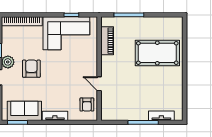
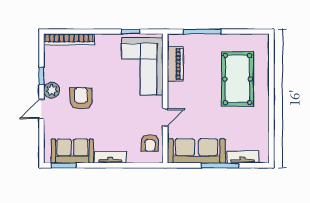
corner sofa: (66, 33) -> (142, 66), moved, turned 90
pool table: (157, 53) -> (238, 79), turned 90
door: (99, 84) -> (165, 117), swing flipped
sofa: (124, 111) -> (196, 151), added

